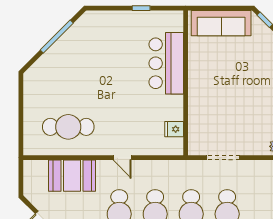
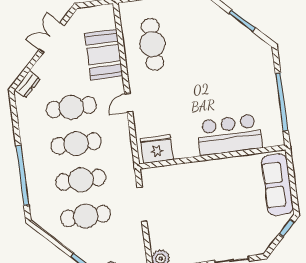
window: (141, 8) -> (282, 102), width x3.17
window: (57, 36) -> (242, 21), width x0.69
fridge: (174, 129) -> (157, 149), width x1.88, depth x1.34

